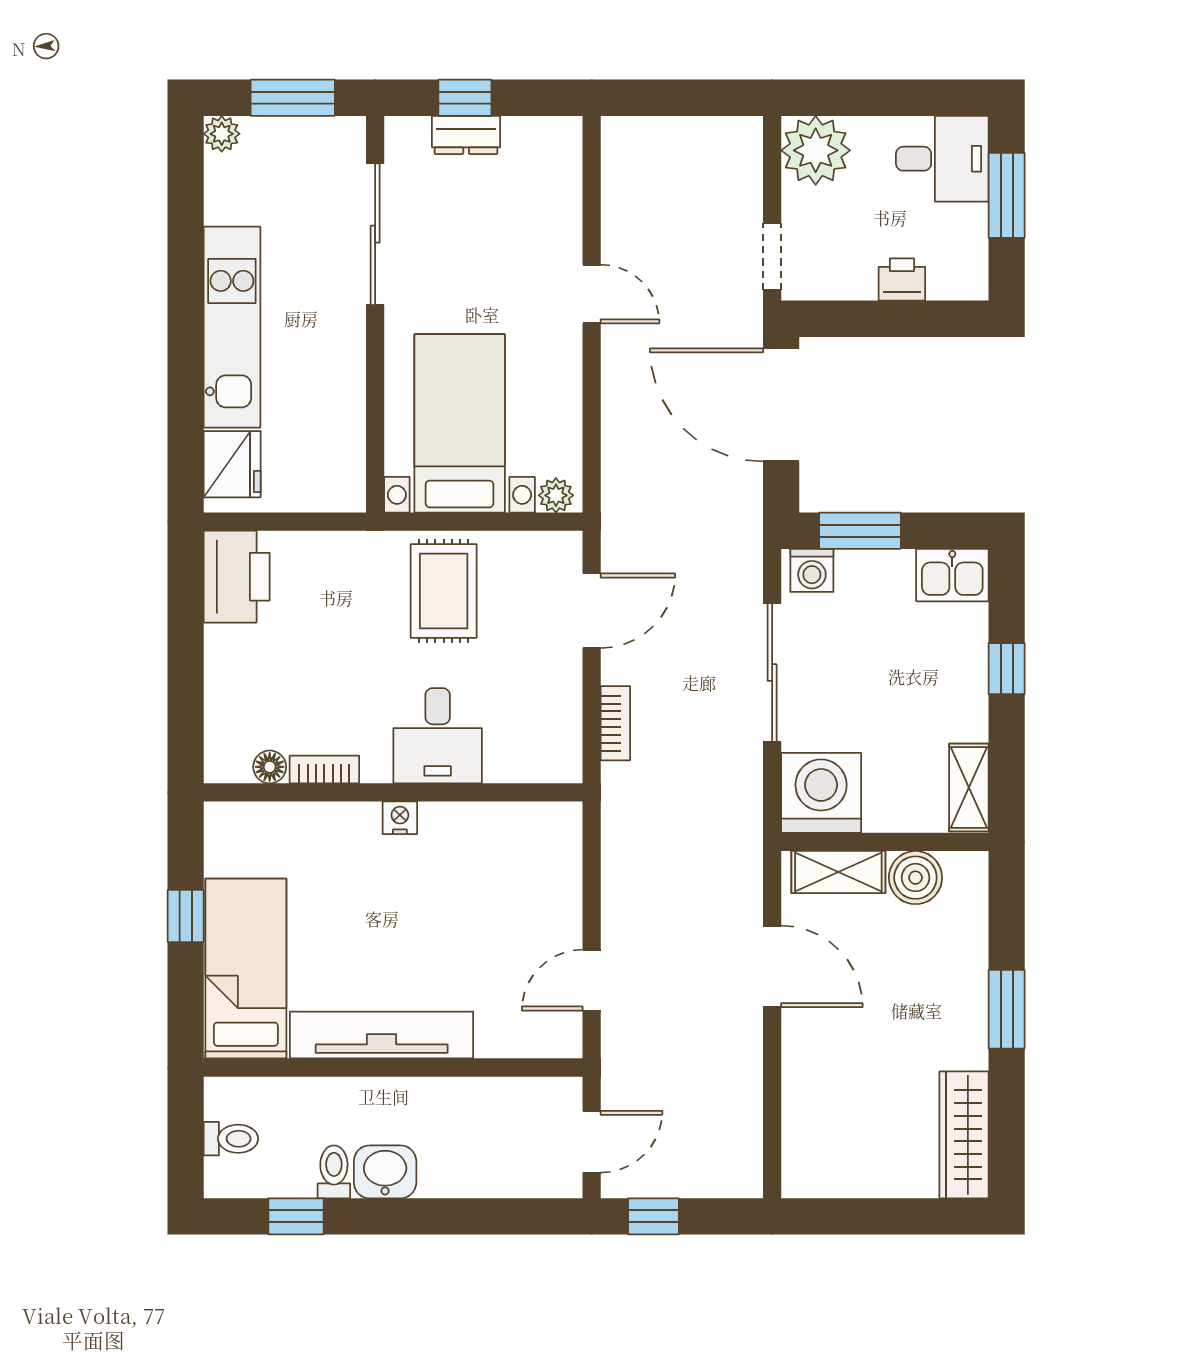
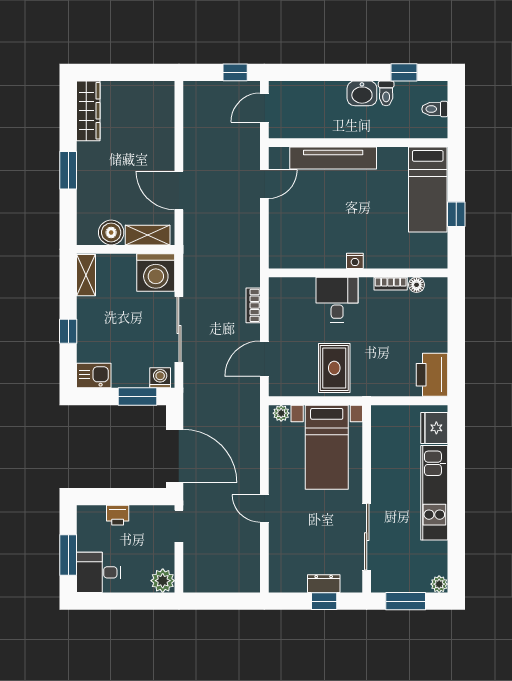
plant: (816, 150) -> (163, 581), width x0.73, depth x0.73
tv unit: (382, 1035) -> (333, 158), moved

